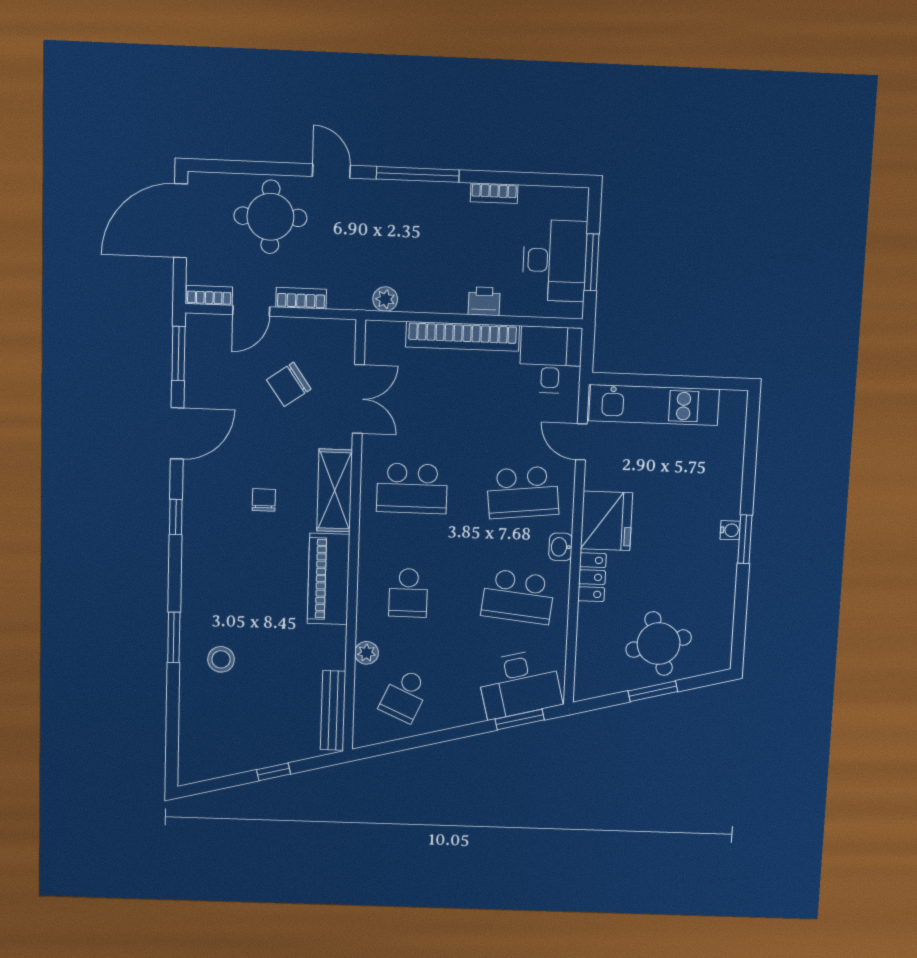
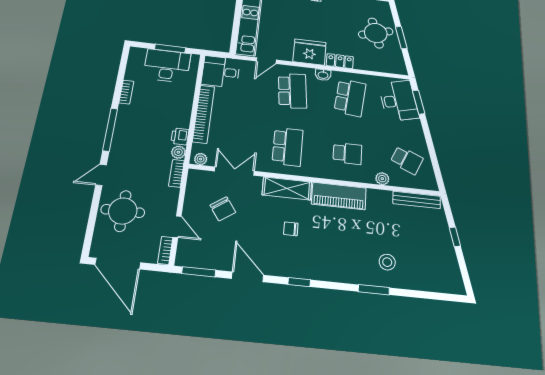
bookcase: (301, 298) -> (176, 173), moved
printer: (484, 301) -> (180, 136), moved
plant: (376, 339) -> (201, 159), added

